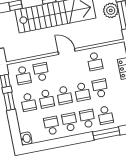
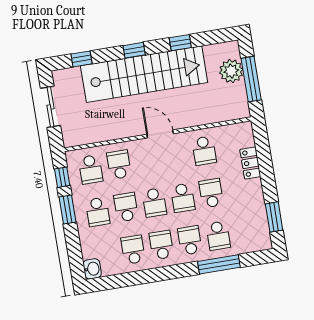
school desk: (46, 99) -> (126, 207), turned 180

